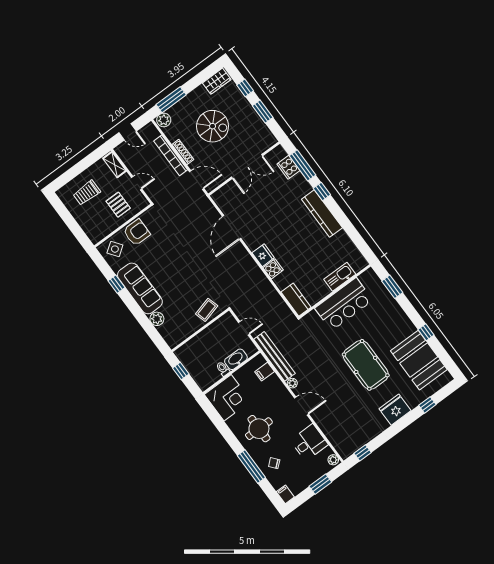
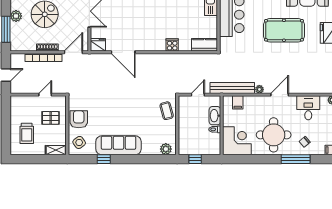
plant: (164, 120) -> (16, 16), moved
shelving: (114, 165) -> (56, 150), moved
fridge: (263, 255) -> (98, 45), moved
plant: (157, 319) -> (166, 149), moved
round table: (259, 429) -> (274, 135), width x1.36, depth x1.36

